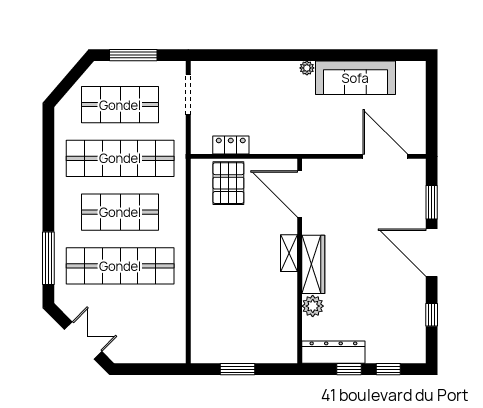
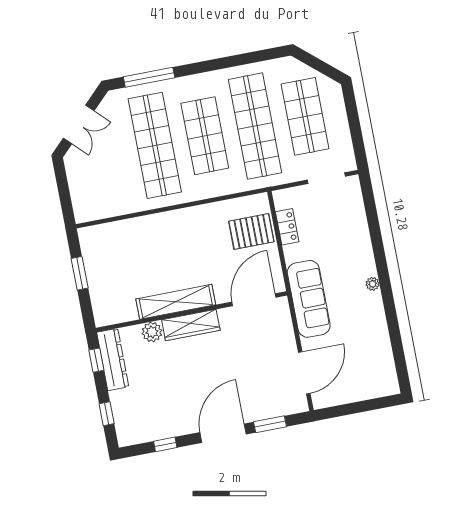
window: (133, 55) -> (354, 120), removed
sofa: (355, 78) -> (309, 299), moved, turned 180
shelving: (289, 253) -> (176, 302), width x2.20, depth x1.33
window: (349, 369) -> (96, 360), moved

